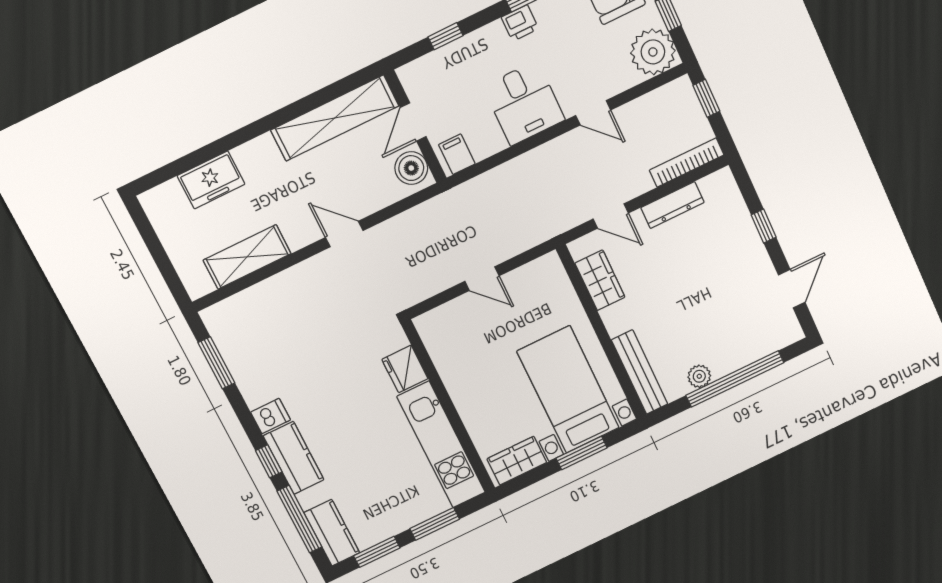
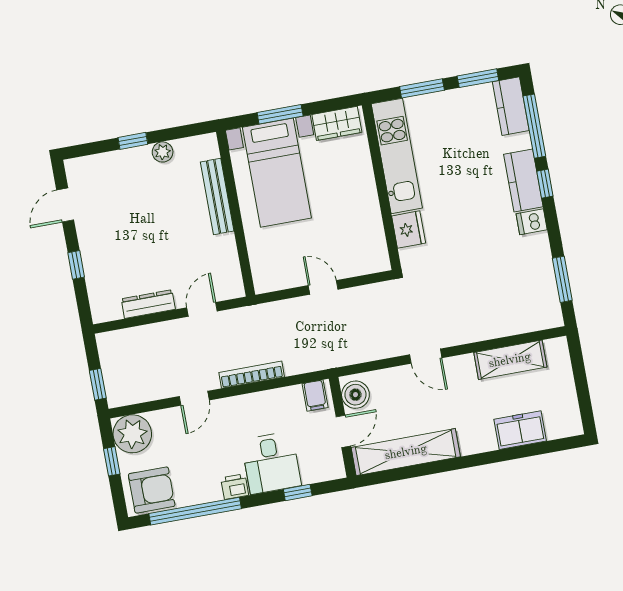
desk: (524, 103) -> (271, 463), moved, turned 180
door: (593, 113) -> (194, 398), swing flipped
bookcase: (687, 162) -> (252, 375), moved, turned 180
door: (611, 216) -> (202, 309), hinge flipped
wardrobe: (600, 280) -> (225, 258), removed
bench: (640, 372) -> (217, 196), moved
window: (735, 379) -> (133, 141), width x0.32

